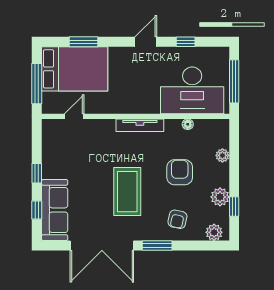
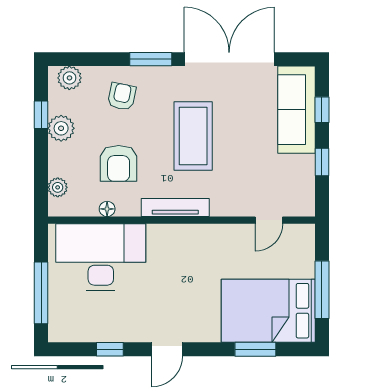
desk: (192, 90) -> (101, 257), moved
door: (74, 116) -> (269, 220), moved
wall: (135, 116) -> (182, 220), moved
floor lamp: (188, 124) -> (107, 209), moved
tv unit: (140, 125) -> (175, 208), moved

